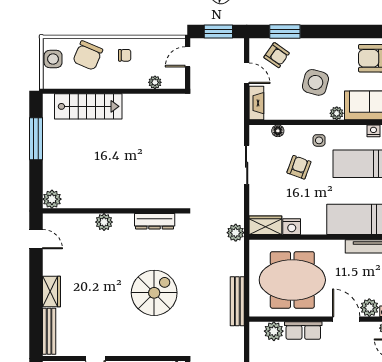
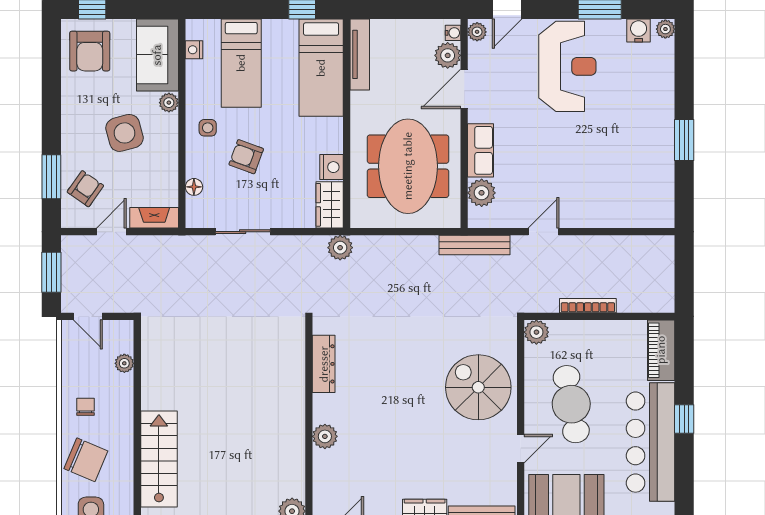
side table: (315, 82) -> (125, 133), turned -30
spiral stairs: (154, 293) -> (478, 387), moved
bench: (237, 301) -> (475, 245), moved

